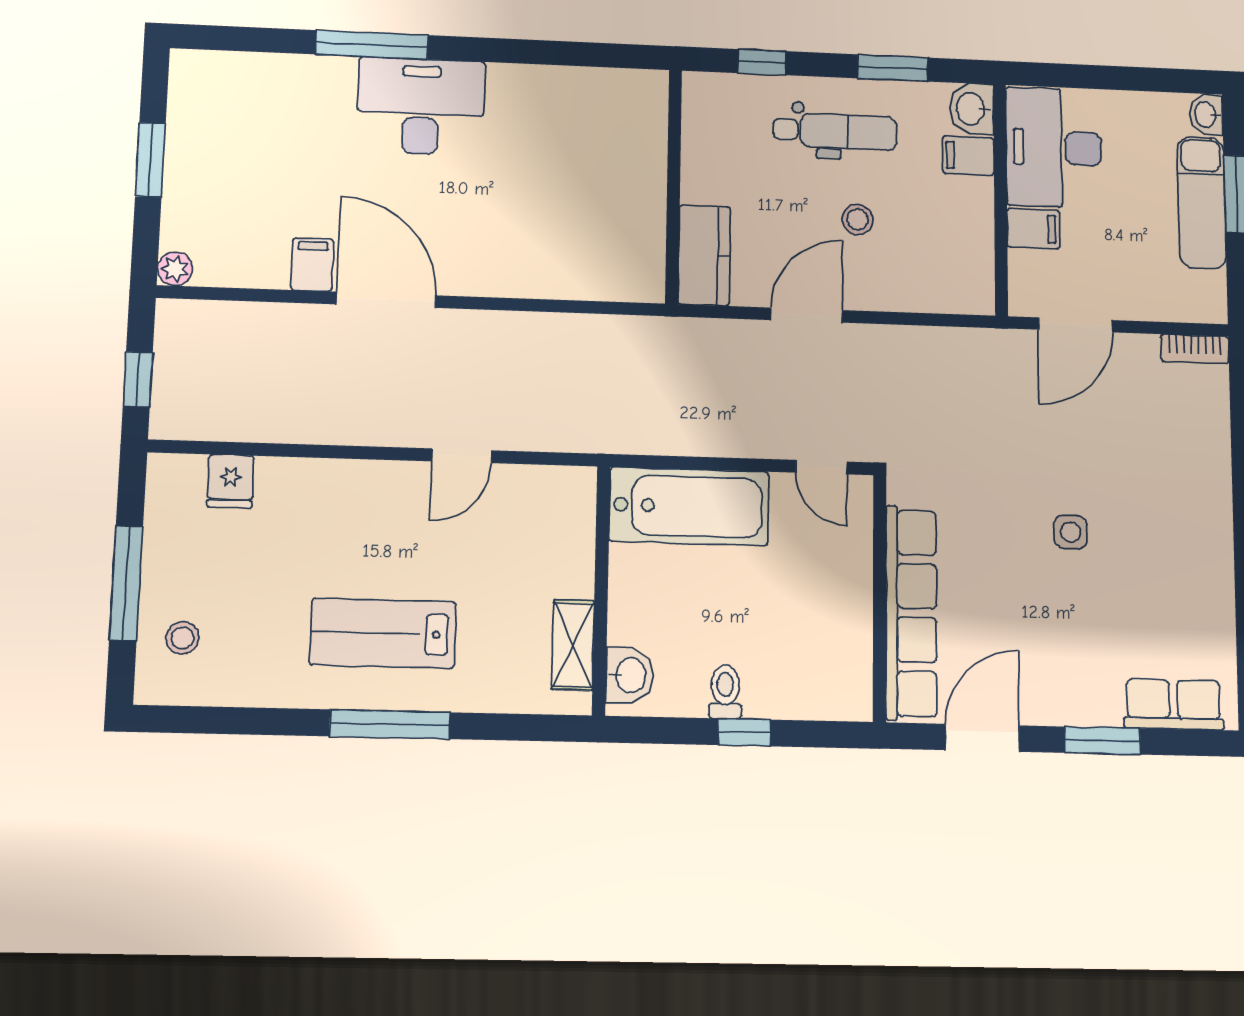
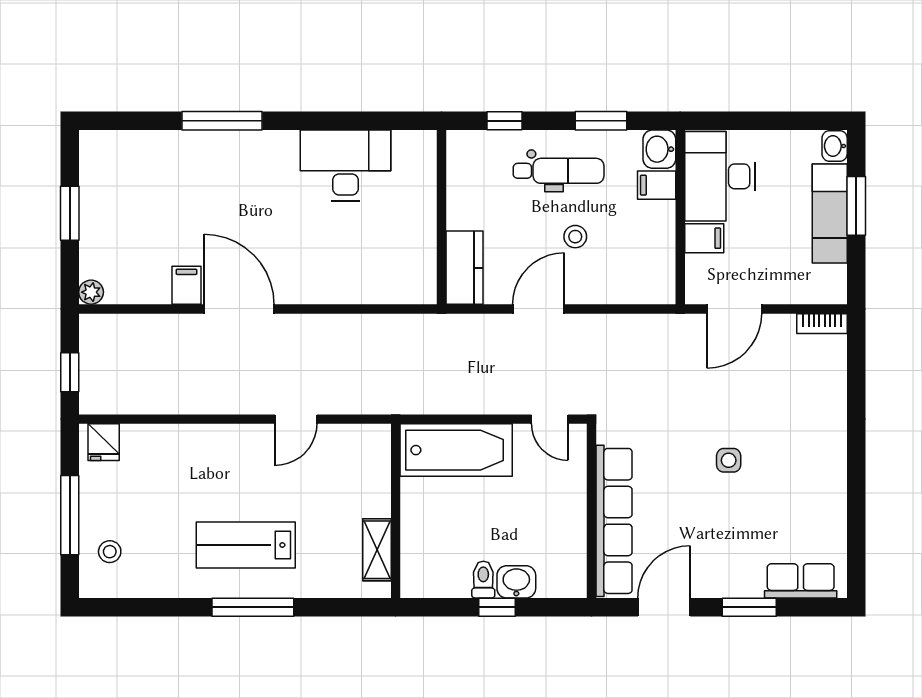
desk: (421, 106) -> (345, 165), moved
fridge: (231, 481) -> (104, 442), moved
washbasin: (629, 675) -> (516, 582), moved, turned -90

